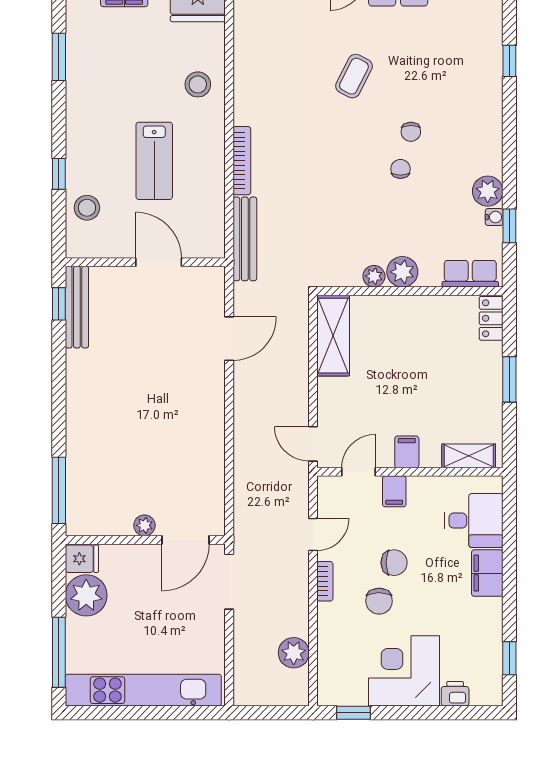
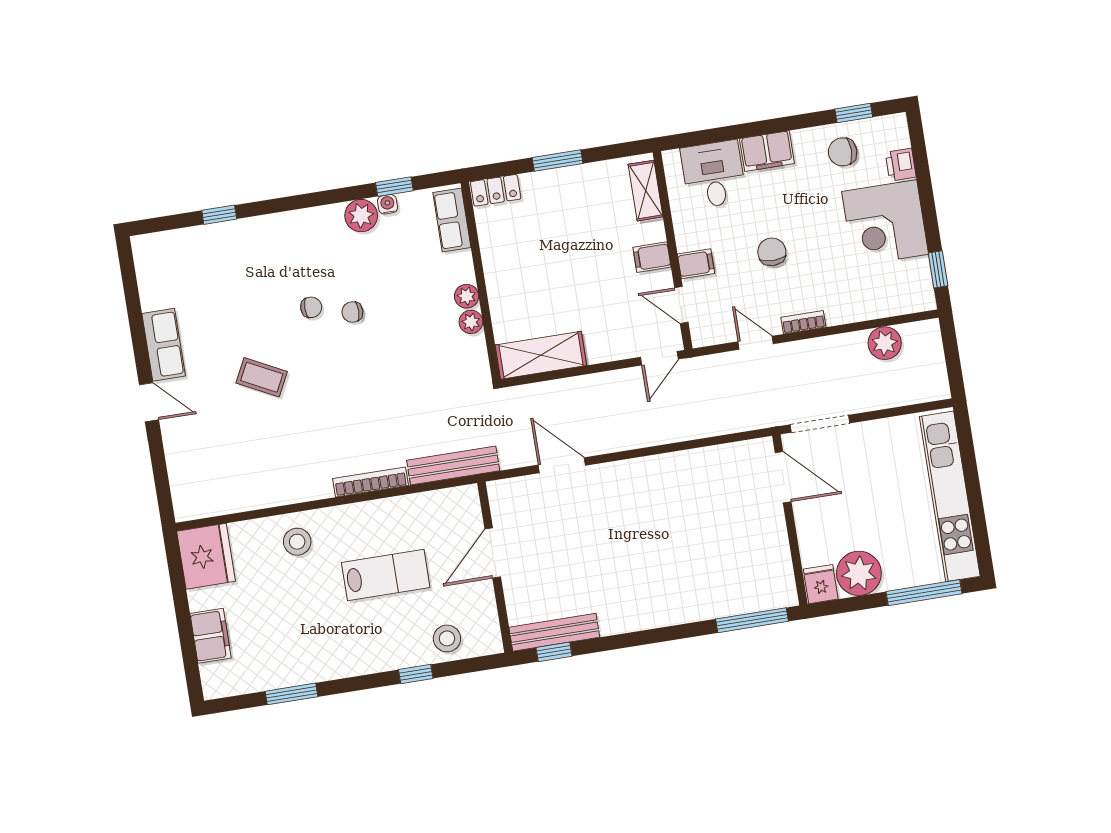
plant: (402, 272) -> (467, 296), width x0.73, depth x0.73
plant: (144, 525) -> (775, 523), removed
chair: (379, 601) -> (843, 152), moved, turned 180

